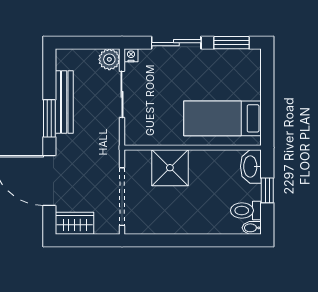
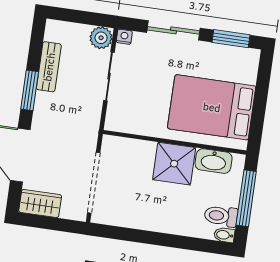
bench: (64, 102) -> (49, 67), width x0.73
bed: (223, 118) -> (212, 107), width x1.50
washbasin: (251, 166) -> (214, 161), moved, turned -90
shower: (170, 168) -> (174, 164), moved
window: (267, 190) -> (246, 198), width x2.17

